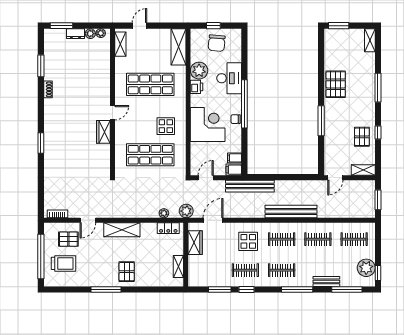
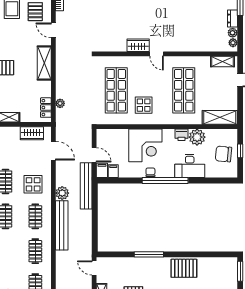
door: (206, 178) -> (94, 155), moved
plant: (186, 211) -> (62, 193), moved

